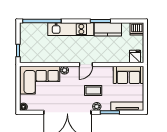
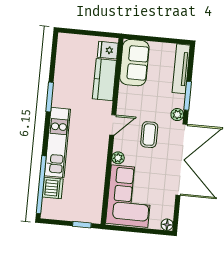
kitchen counter: (108, 29) -> (104, 80), moved, turned 180
dishwasher: (137, 29) -> (53, 188), moved
door: (86, 65) -> (113, 125), hinge flipped
coffee table: (93, 90) -> (149, 135), moved

